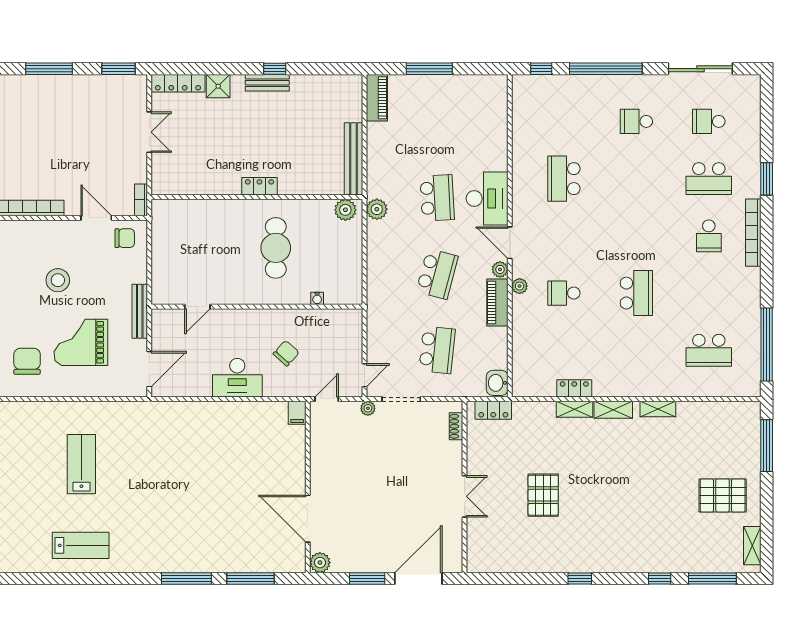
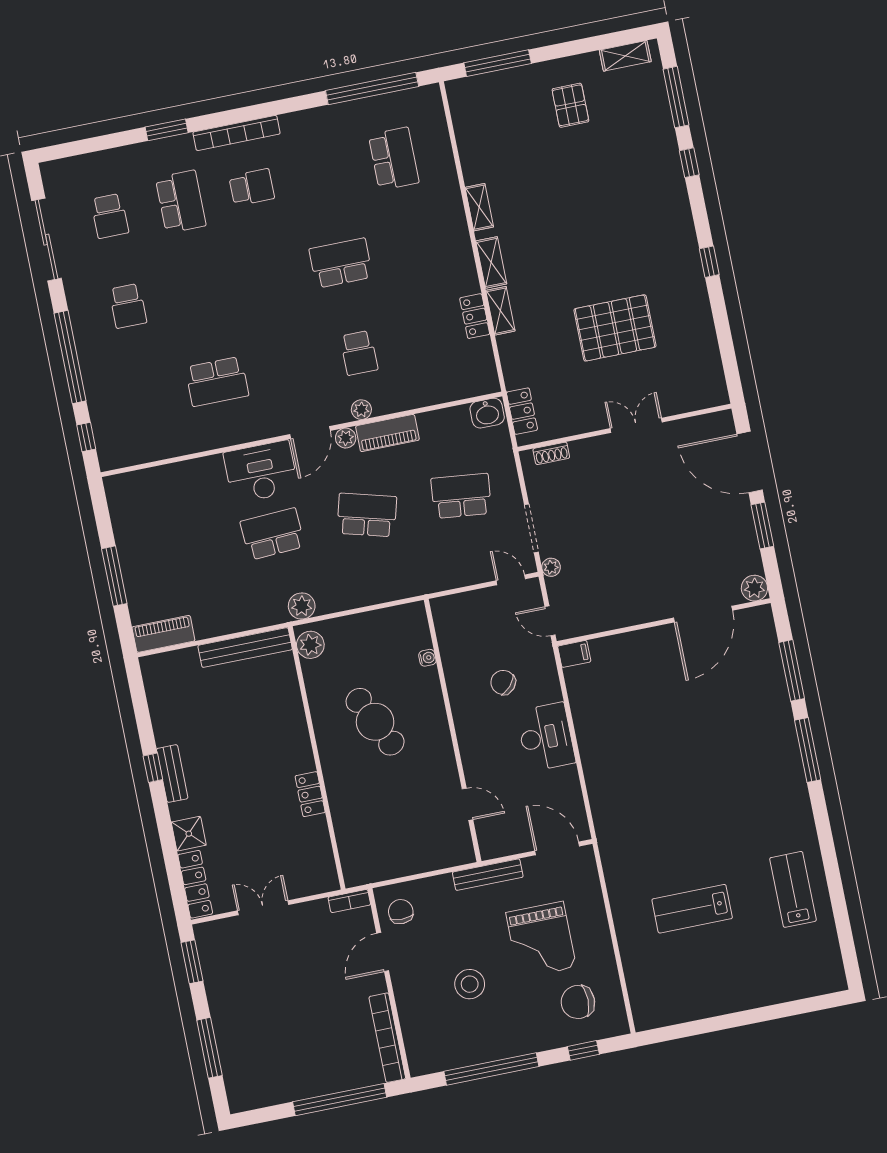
locker: (260, 186) -> (310, 794), moved
cafe table: (276, 248) -> (375, 722), turned 64
pallet: (543, 495) -> (615, 328), width x1.37, depth x1.41
pallet: (723, 495) -> (570, 105), width x0.67, depth x0.71

